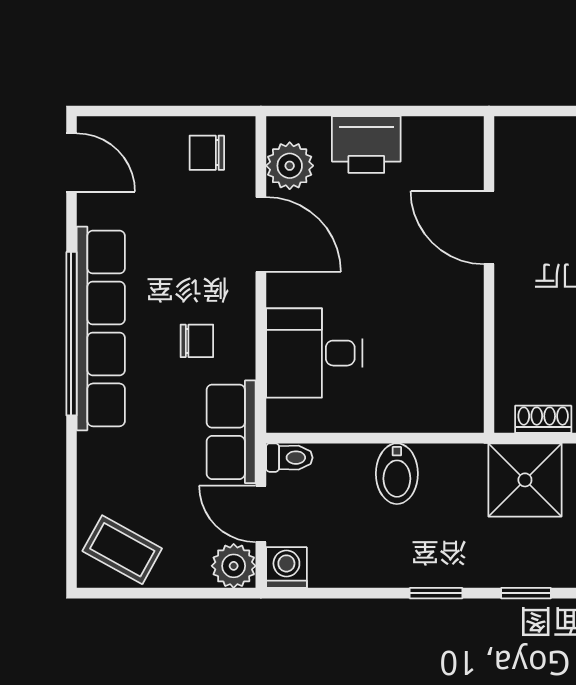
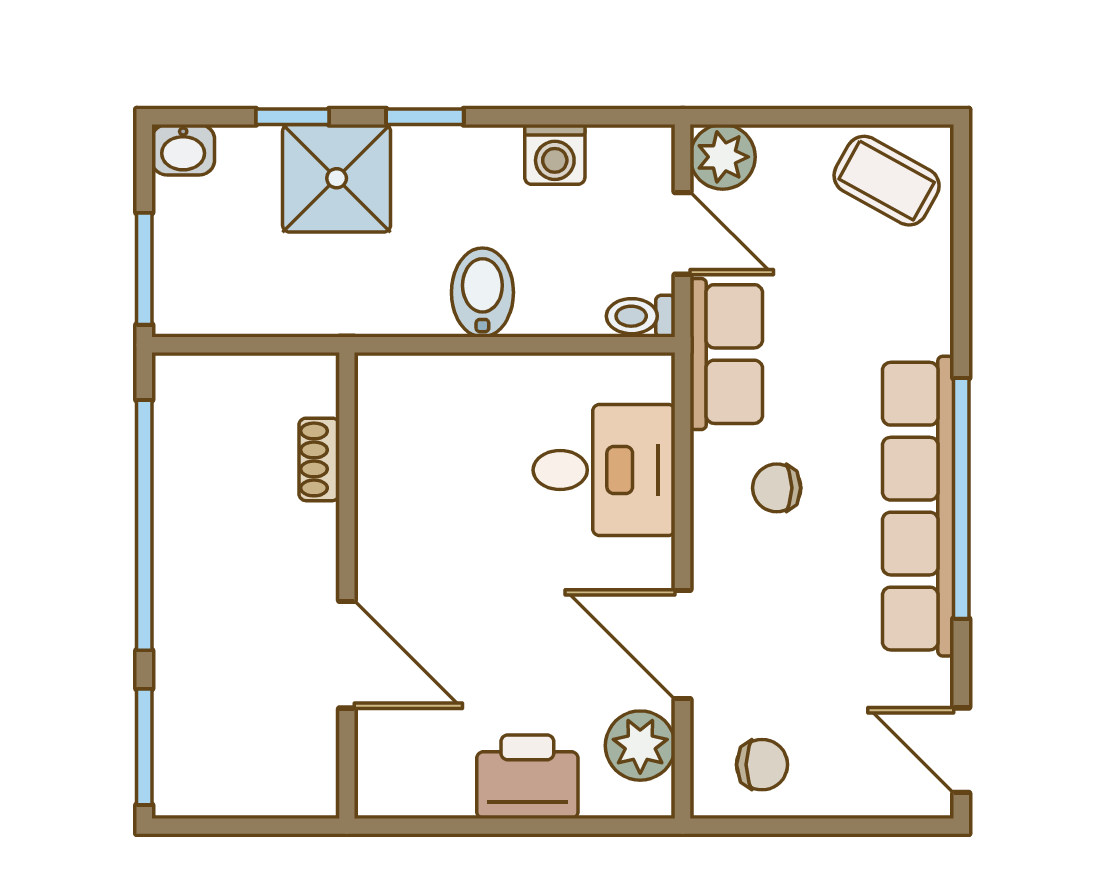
shoe rack: (543, 419) -> (319, 459), moved, turned 90
shower: (525, 480) -> (337, 178), moved
washing machine: (286, 568) -> (555, 154), moved

